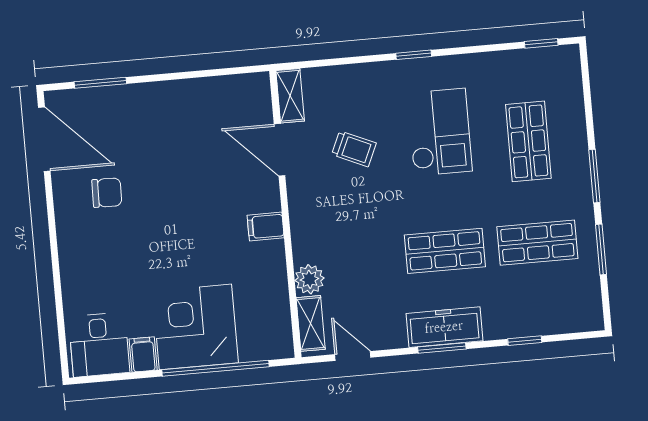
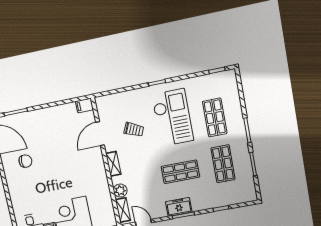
shelving: (290, 96) -> (113, 164), moved
checkout: (440, 132) -> (173, 118), width x1.36, depth x1.21
door: (280, 150) -> (100, 134), hinge flipped
filing cabinet: (266, 227) -> (84, 106), moved
shop shelf: (537, 243) -> (223, 164), turned 90
freezer: (444, 327) -> (179, 207), width x0.71

